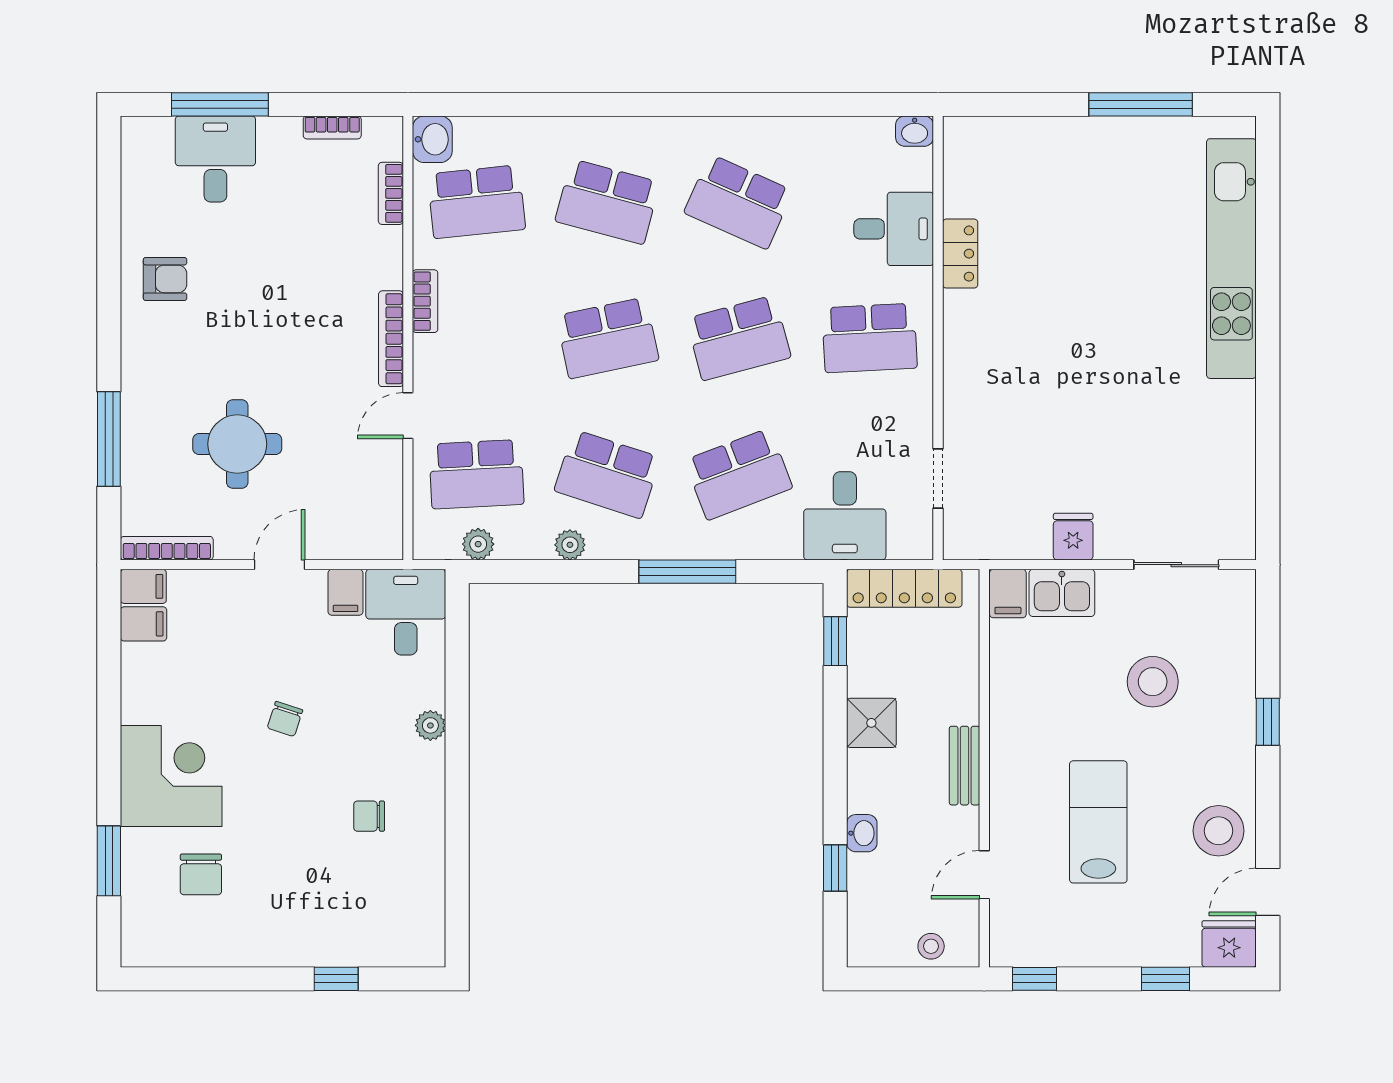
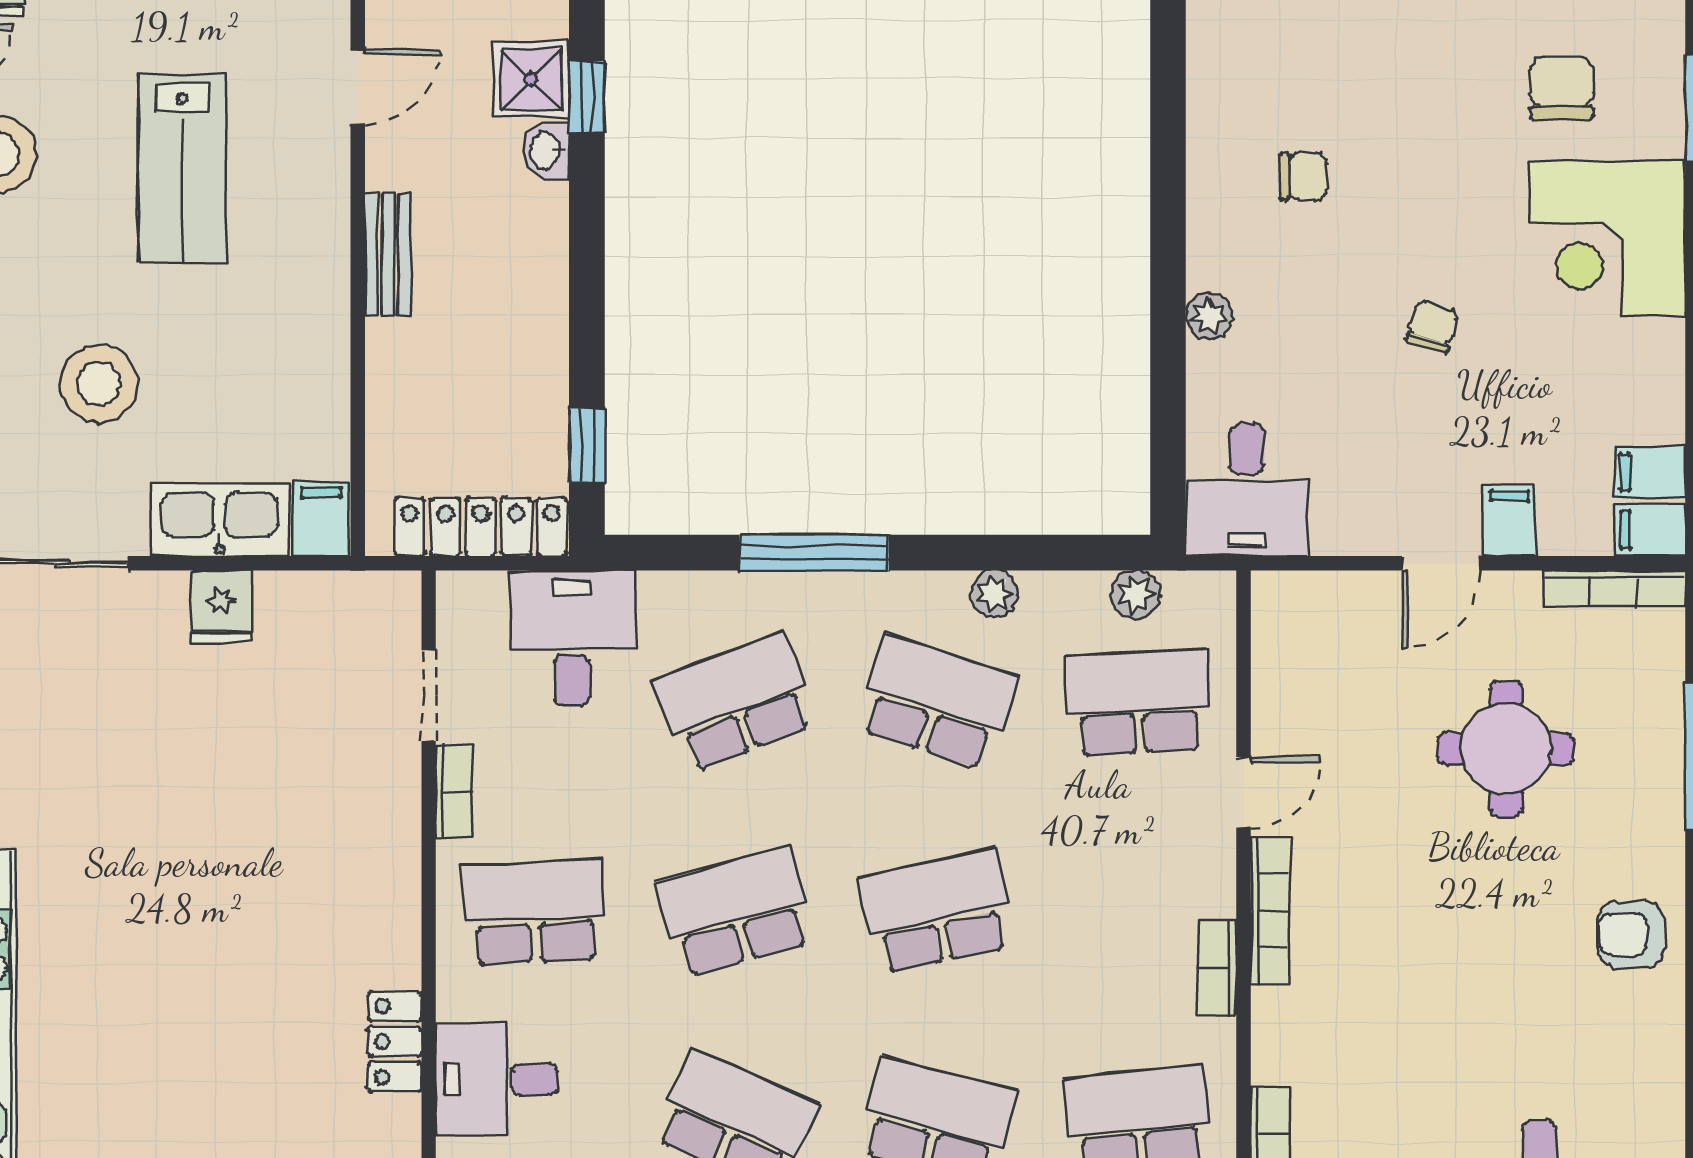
armchair: (165, 279) -> (1631, 934), moved
bookcase: (921, 416) -> (454, 791), added
filing cabinet: (345, 592) -> (1510, 521), moved
kitchen sink: (1062, 593) -> (220, 520), width x1.38
shower: (871, 723) -> (531, 79), moved

